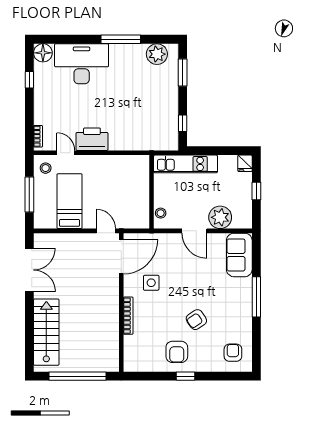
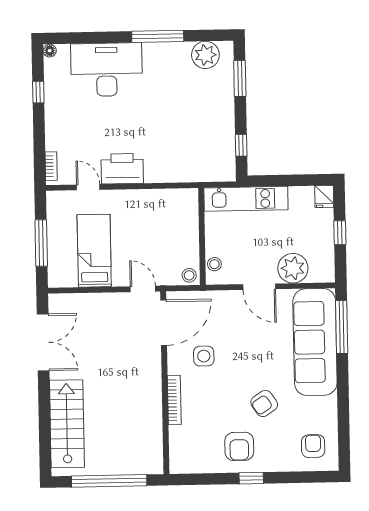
floor lamp: (43, 53) -> (50, 51), width x0.53, depth x0.53
stool: (46, 168) -> (189, 275), moved
sofa: (239, 255) -> (315, 342), width x1.85, depth x1.27
window: (256, 297) -> (342, 327), moved

